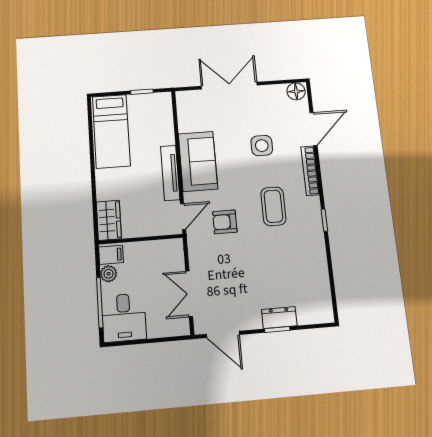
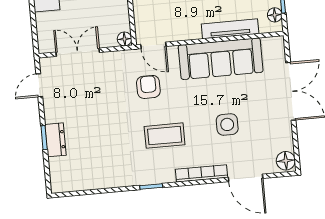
floor lamp: (155, 99) -> (275, 15), added
sofa: (198, 161) -> (221, 59), width x1.36
tv unit: (170, 173) -> (230, 29), moved
floor lamp: (176, 245) -> (124, 39), added
door: (223, 334) -> (39, 85), width x0.73

